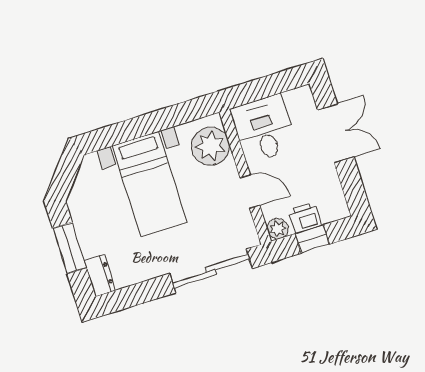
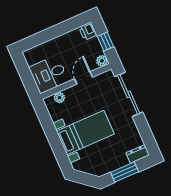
double door: (336, 133) -> (47, 35), removed
plant: (210, 146) -> (59, 98), width x0.53, depth x0.53
printer: (305, 218) -> (88, 31), moved

